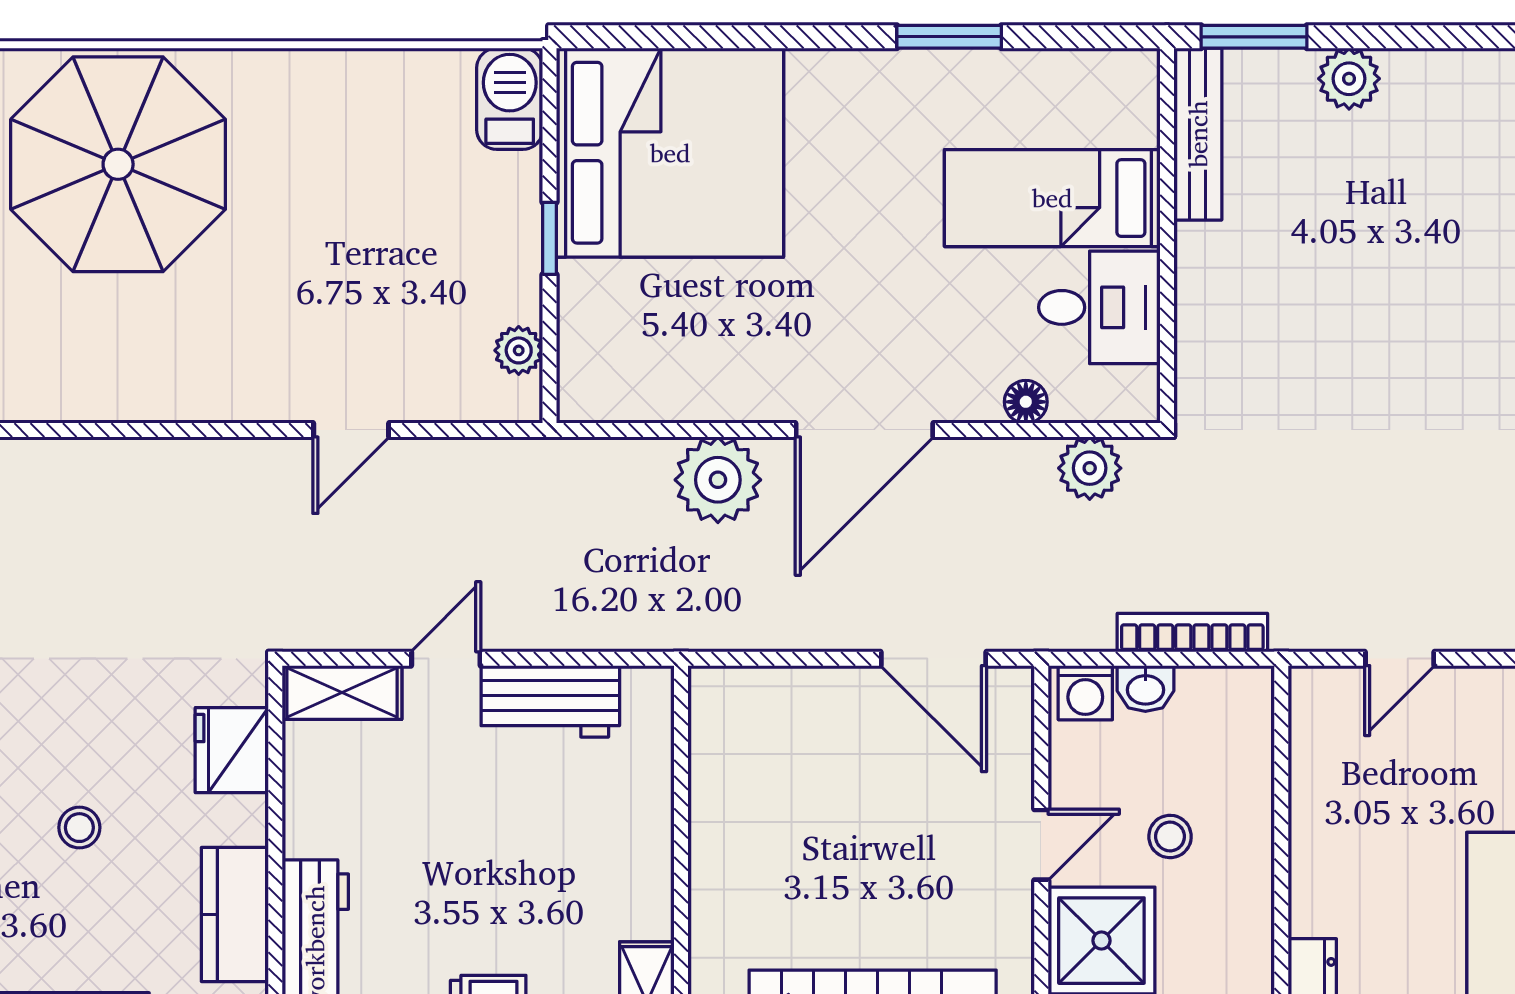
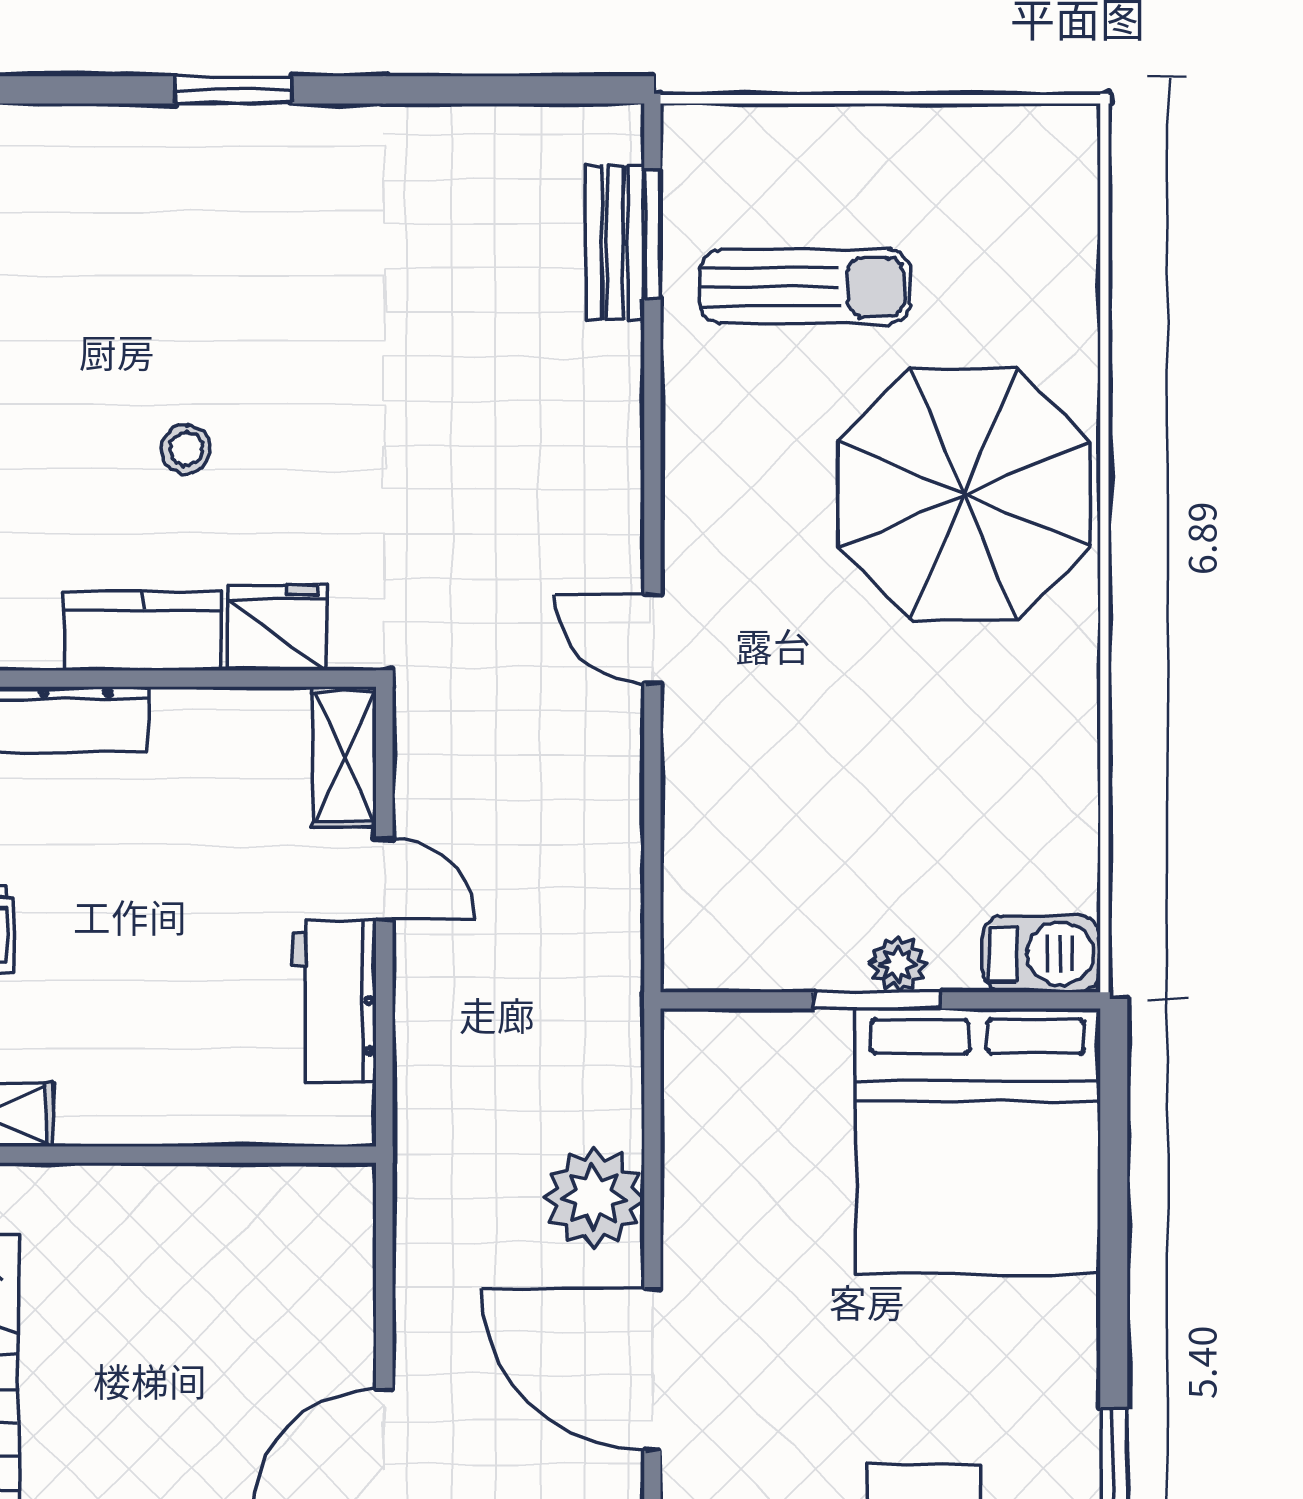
window: (550, 238) -> (877, 1000), width x1.50
plant: (519, 350) -> (898, 964), moved
door: (351, 430) -> (652, 639), moved
kitchen counter: (235, 914) -> (143, 631), moved

